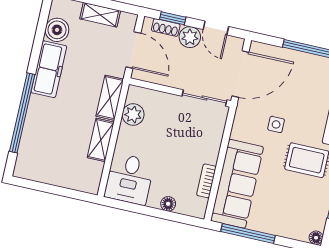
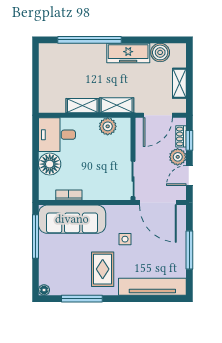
floor lamp: (168, 204) -> (50, 164), width x1.89, depth x1.89

